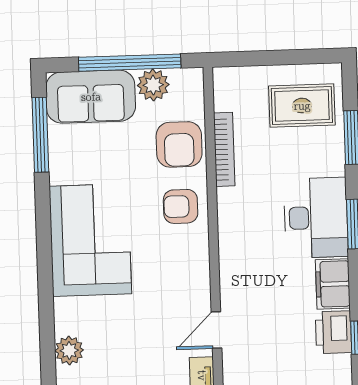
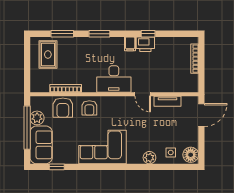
window: (40, 135) -> (57, 167), width x0.46
armchair: (179, 144) -> (63, 108), turned 90
desk: (316, 218) -> (114, 79), moved, turned 180
filing cabinet: (333, 284) -> (130, 44), width x0.50

